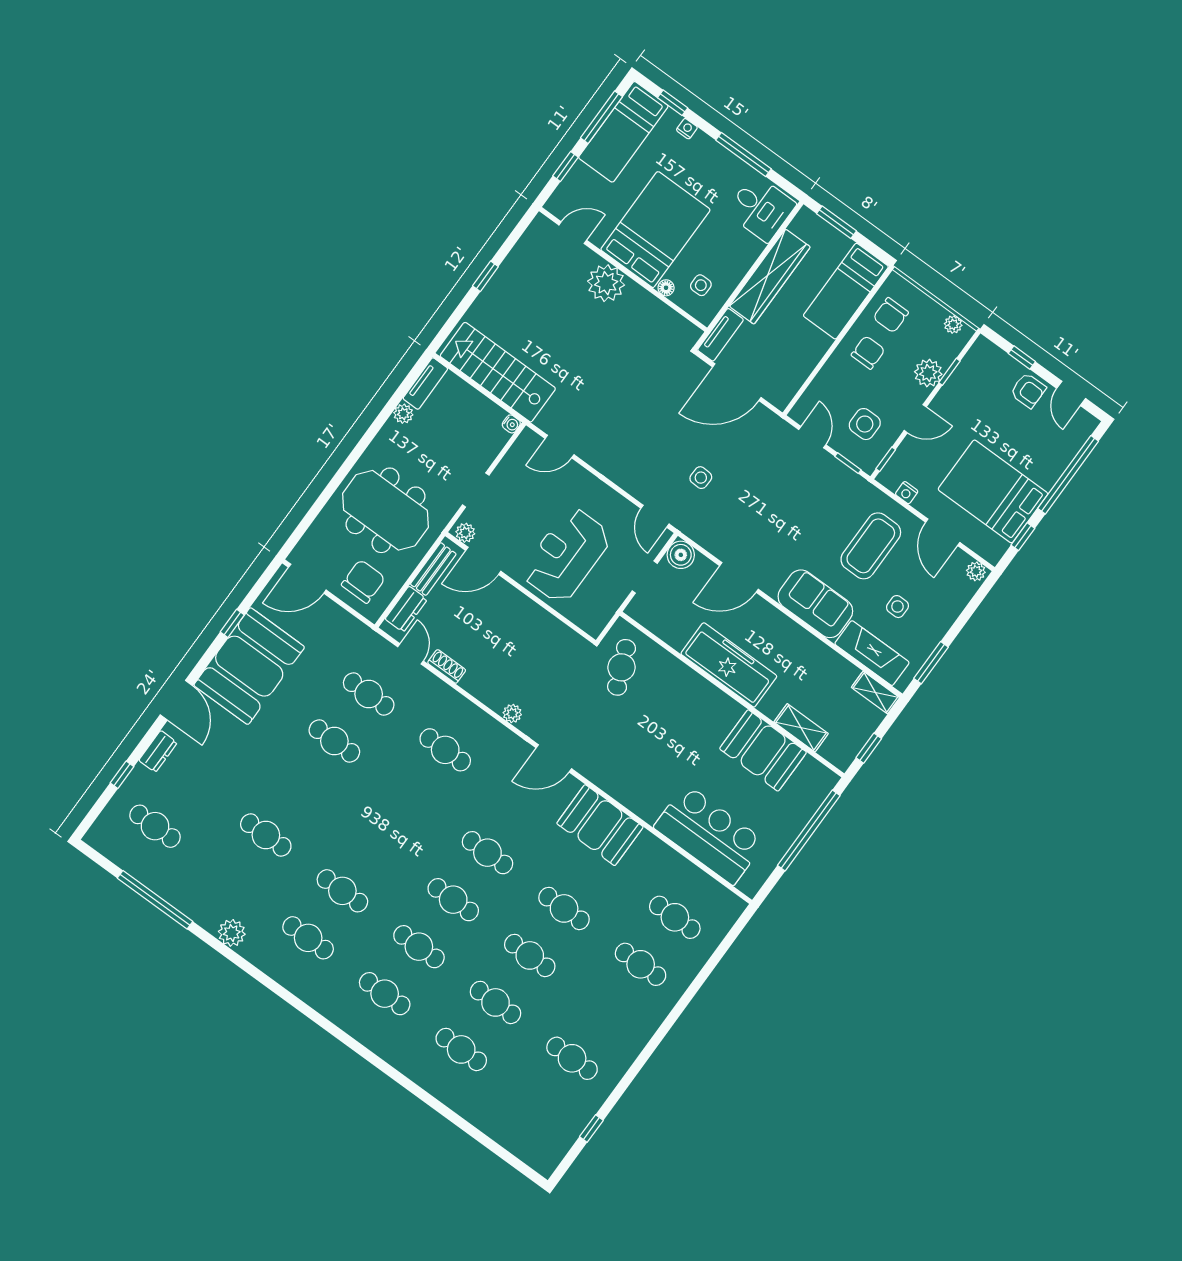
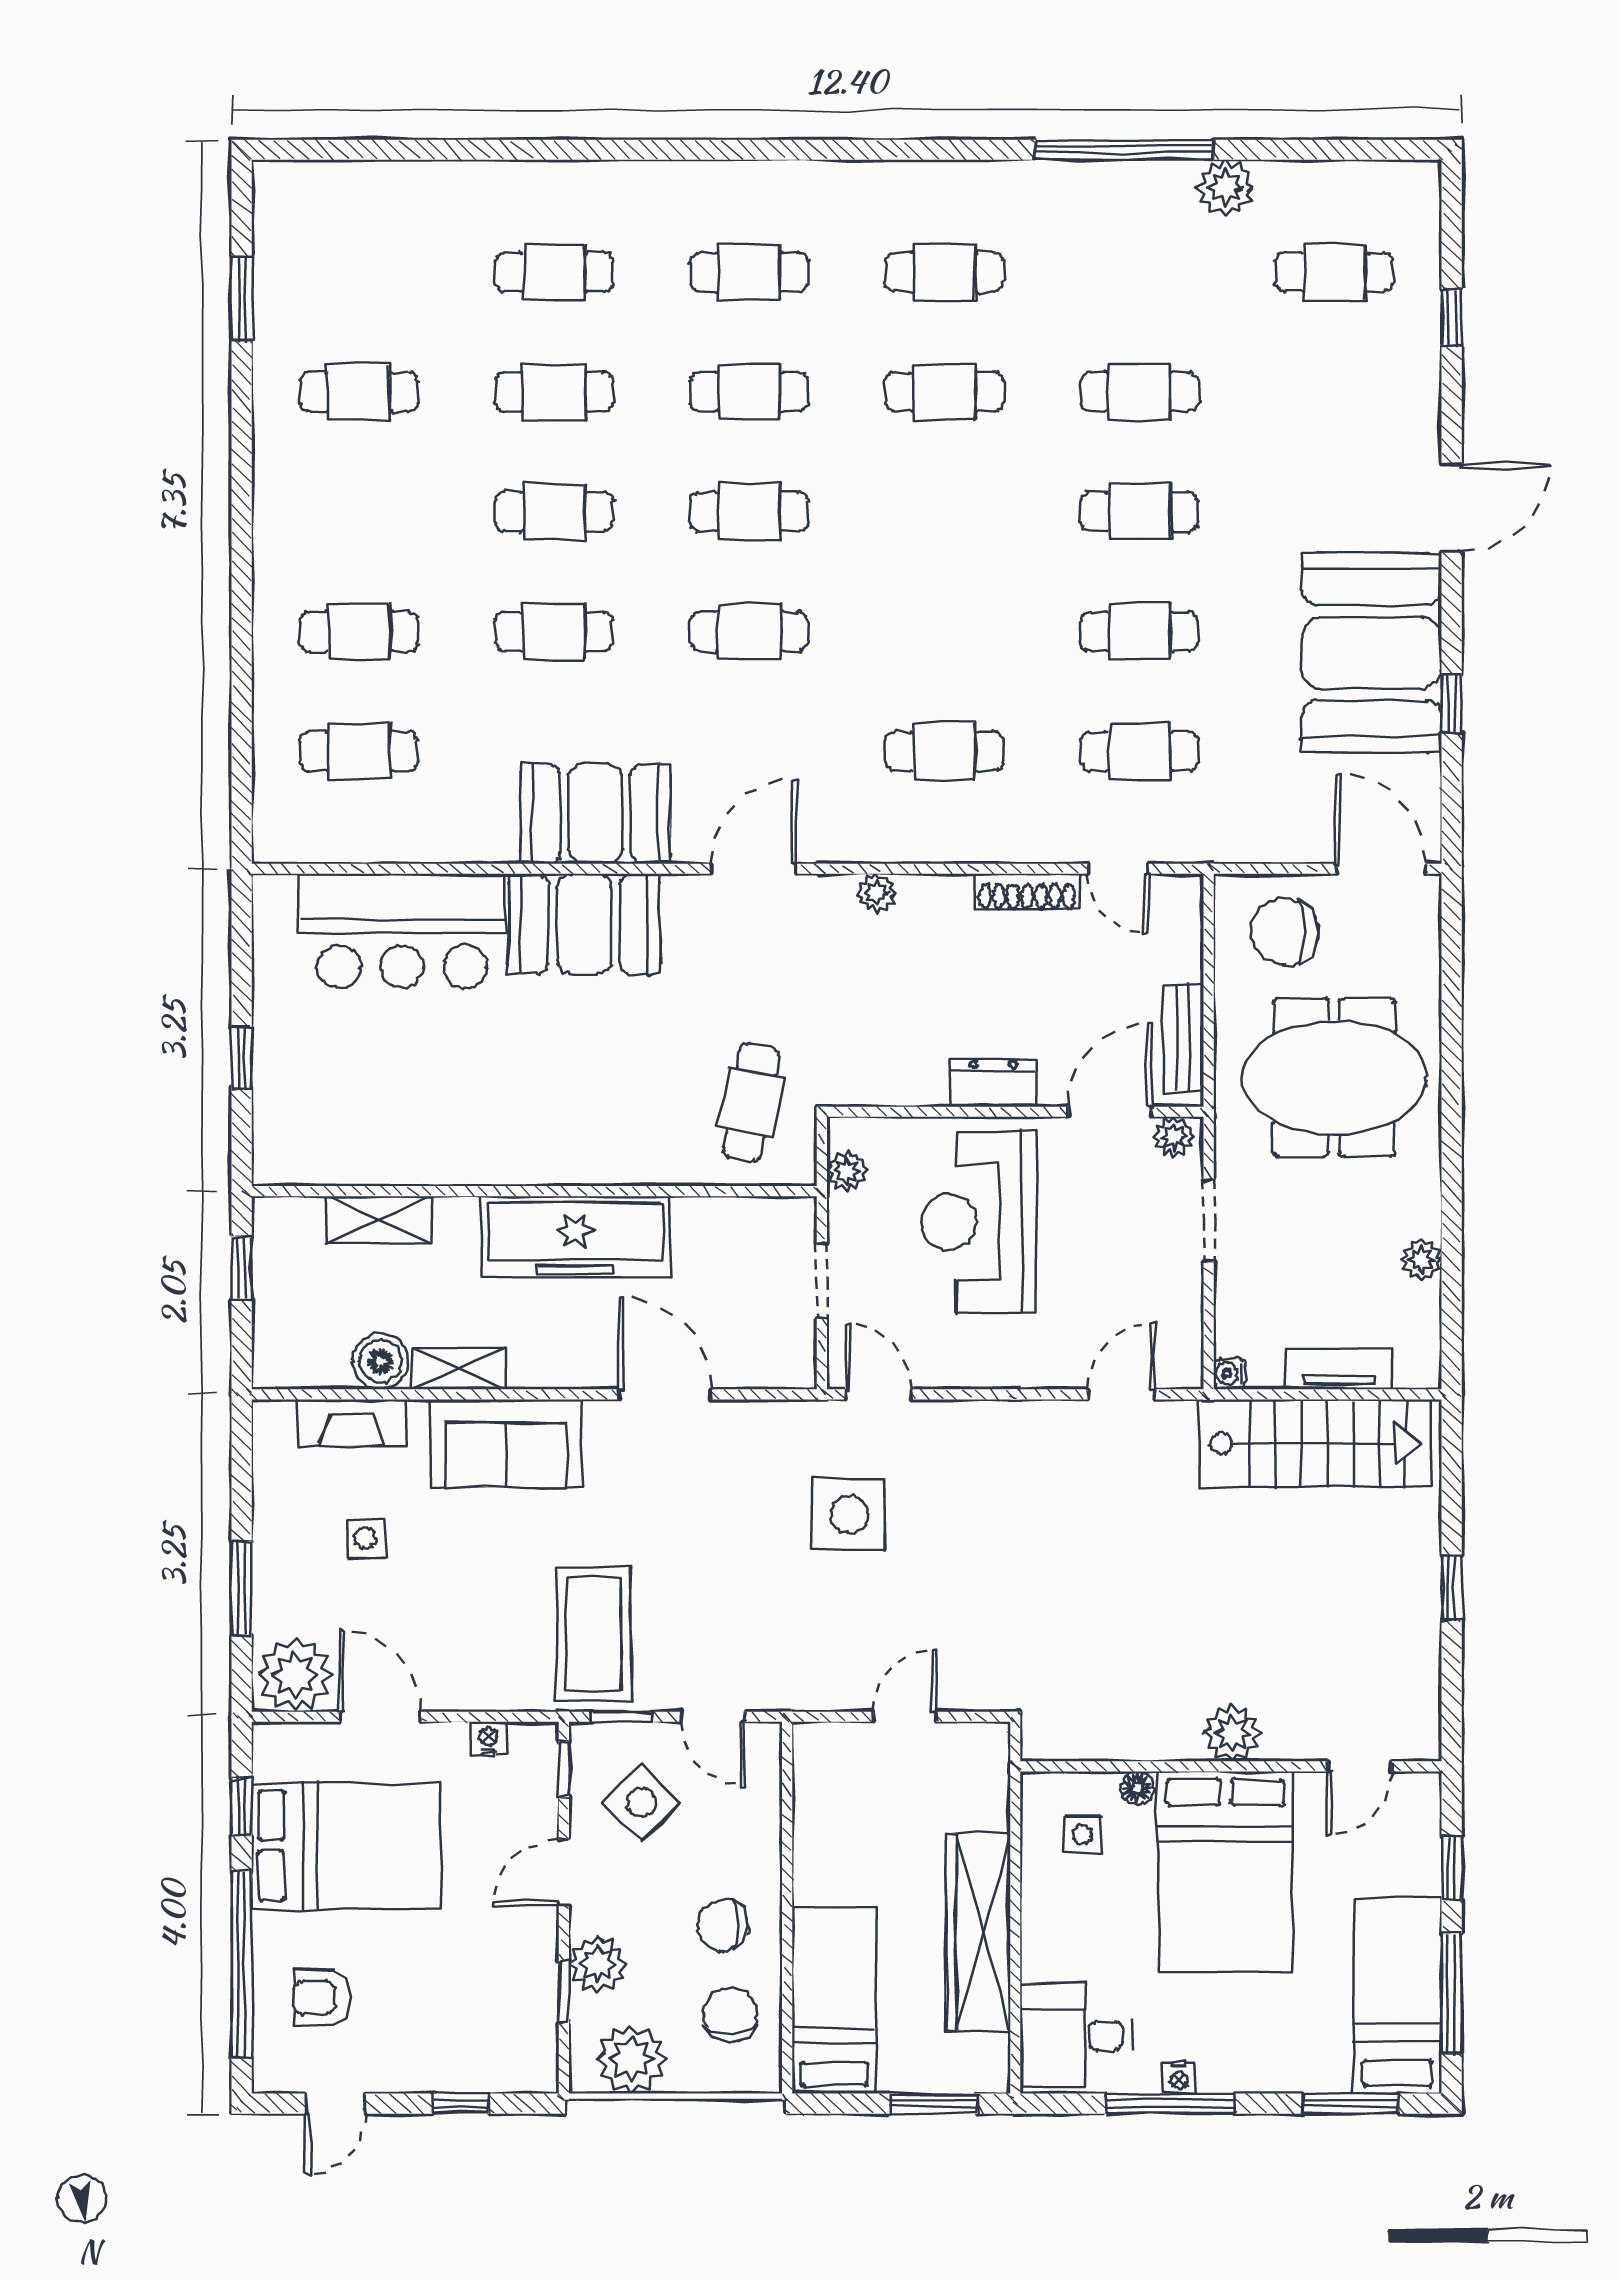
window: (673, 103) -> (1351, 2104), width x1.50
nightstand: (687, 129) -> (1179, 2078), moved
plant: (606, 283) -> (1232, 1733), width x0.73, depth x0.73
plant: (953, 324) -> (631, 2059), width x1.88, depth x1.88
tv unit: (721, 335) -> (990, 1776), removed
chair: (868, 352) -> (723, 1925), turned 90
door: (737, 382) -> (905, 1717), width x0.53
tv unit: (425, 383) -> (1340, 1369), moved, turned 90
armchair: (1028, 390) -> (322, 1997), moved
door: (1071, 393) -> (335, 2104), swing flipped
side table: (865, 424) -> (641, 1802), turned 45
side table: (701, 478) -> (849, 1514), width x1.87, depth x1.87
coffee table: (871, 546) -> (593, 1634), moved
reception desk: (566, 555) -> (978, 1222), turned 180
boiler: (681, 555) -> (380, 1361), moved
plant: (976, 571) -> (295, 1675), width x1.88, depth x1.88
door: (739, 577) -> (665, 1394), hinge flipped
door: (307, 579) -> (1381, 869), hinge flipped
chair: (363, 581) -> (1285, 932), turned 90
dresser: (406, 609) -> (993, 1083), moved, turned 90
plant: (603, 613) -> (847, 1171), added
fireplace: (872, 653) -> (352, 1423), width x0.73, depth x0.76
window: (931, 663) -> (242, 1588), moved
shoe rack: (447, 666) -> (1027, 892), width x1.43
cafe table: (622, 667) -> (751, 1102), turned 33
shelving: (875, 692) -> (459, 1369), moved
door: (176, 700) -> (1452, 508), swing flipped
booth: (763, 750) -> (584, 924), moved
dresser: (158, 751) -> (1420, 400), removed
cafe table: (300, 788) -> (1139, 512), added
window: (809, 831) -> (242, 1058), width x0.32
window: (155, 900) -> (1124, 150), moved
plant: (232, 933) -> (1226, 188), moved
window: (591, 1128) -> (242, 299), width x1.50

